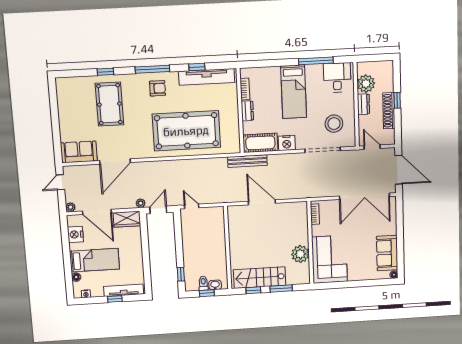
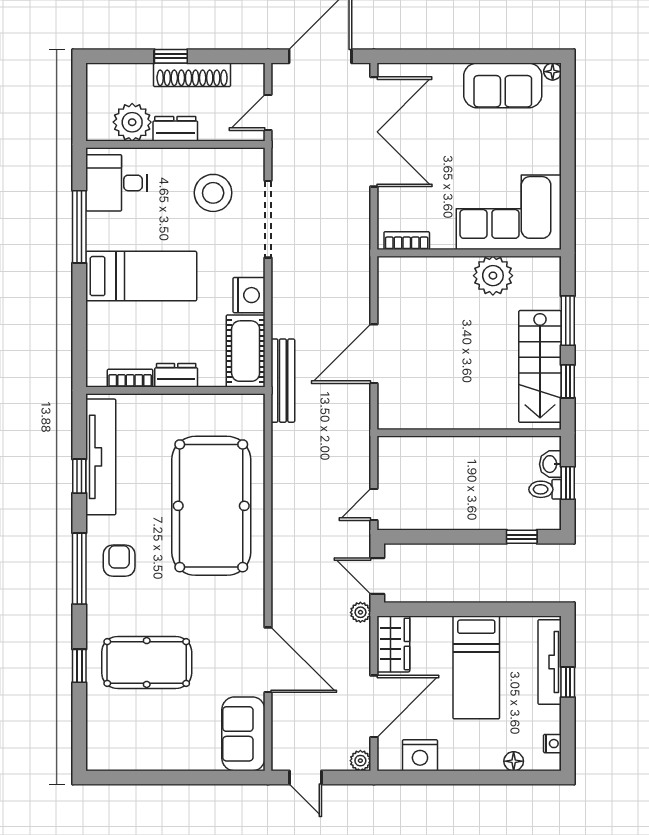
bed: (94, 260) -> (476, 667), moved, turned 180

